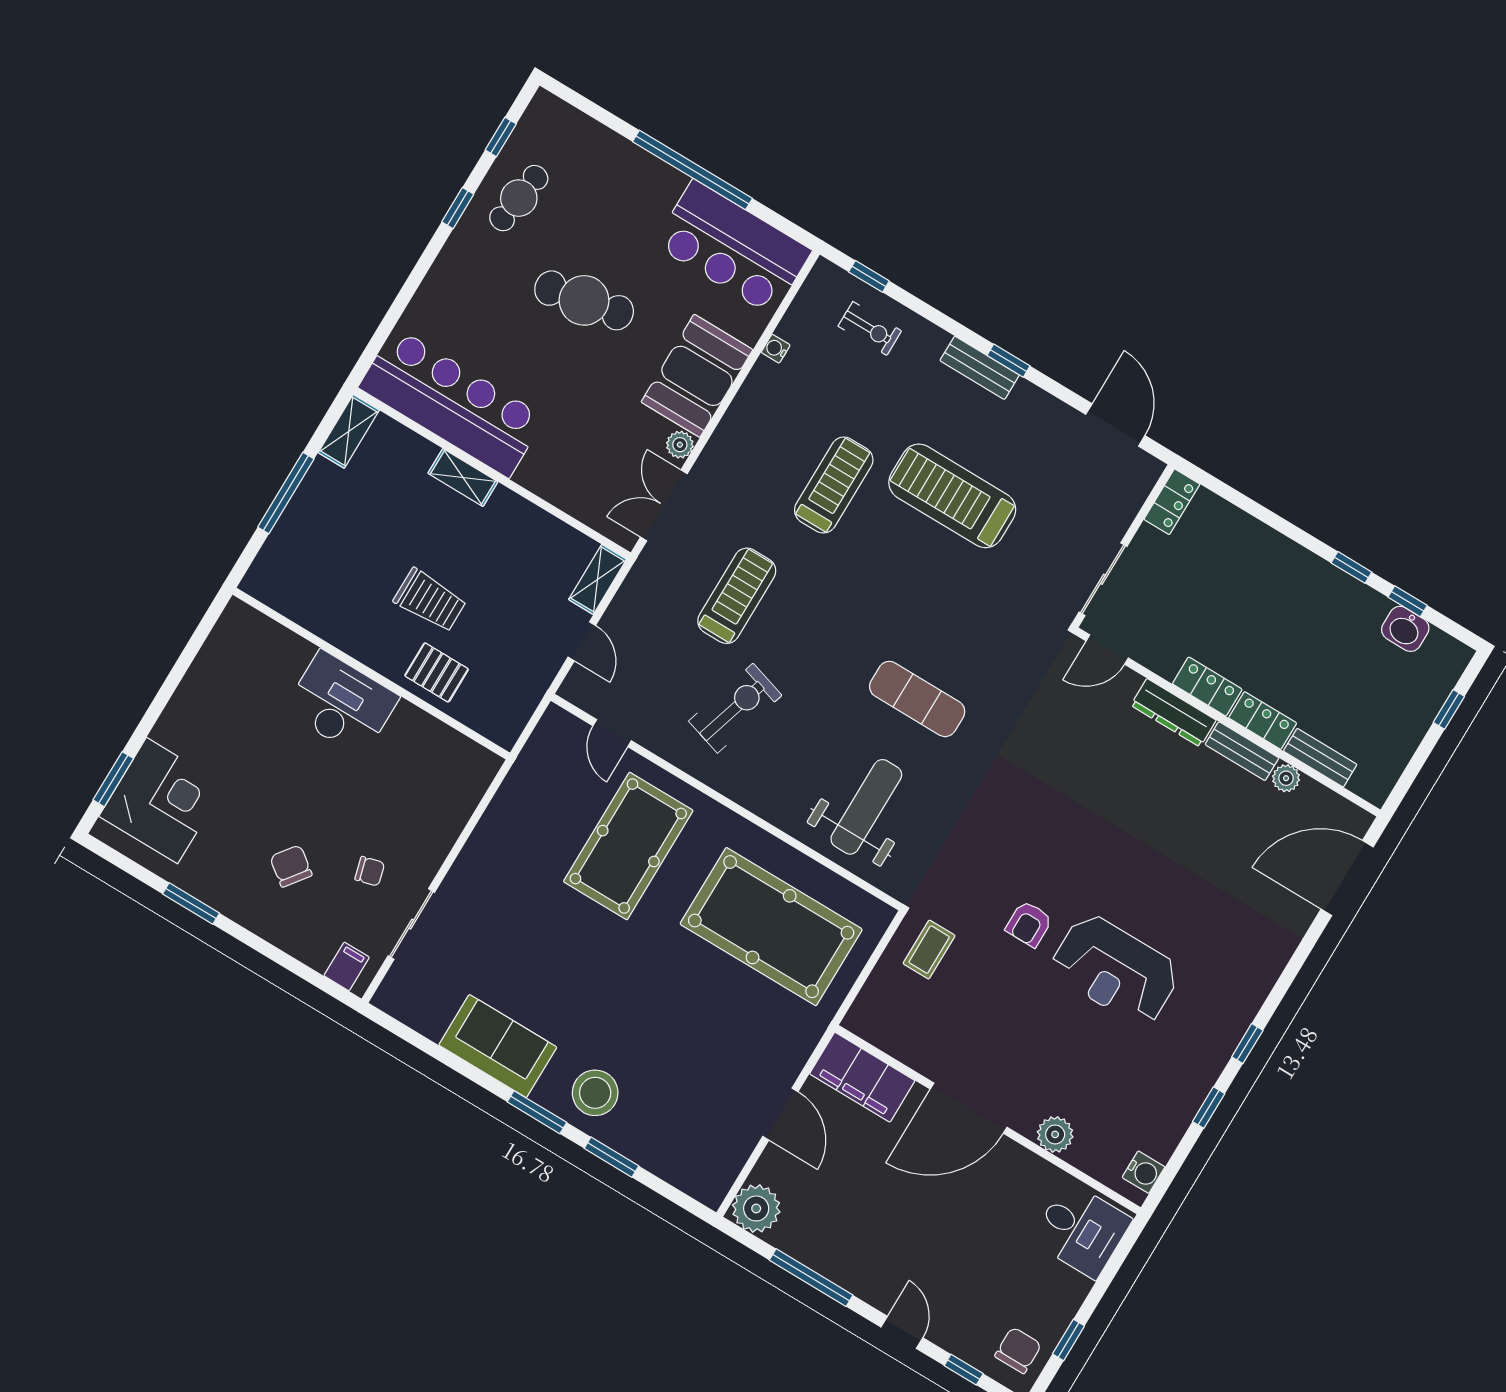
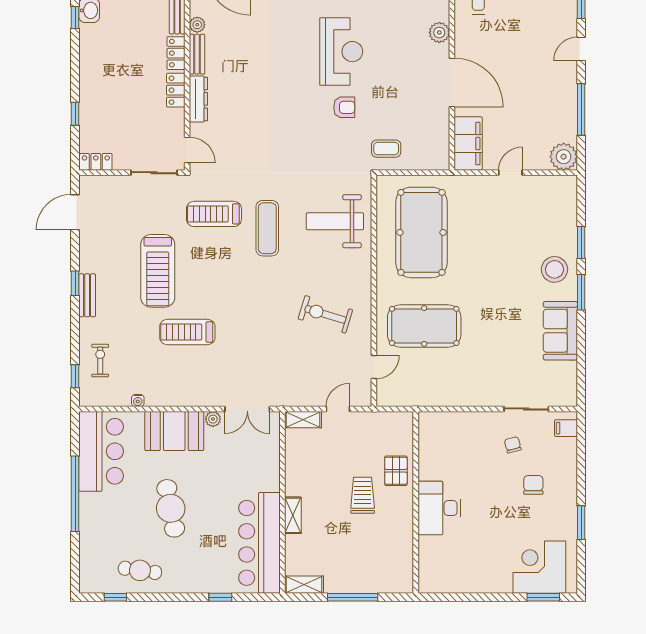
window: (458, 208) -> (220, 597), moved
window: (1351, 567) -> (75, 114), moved
treadmill: (737, 596) -> (214, 214), moved
chair: (291, 866) -> (533, 485), turned 143
door: (780, 1114) -> (510, 173), width x0.73

